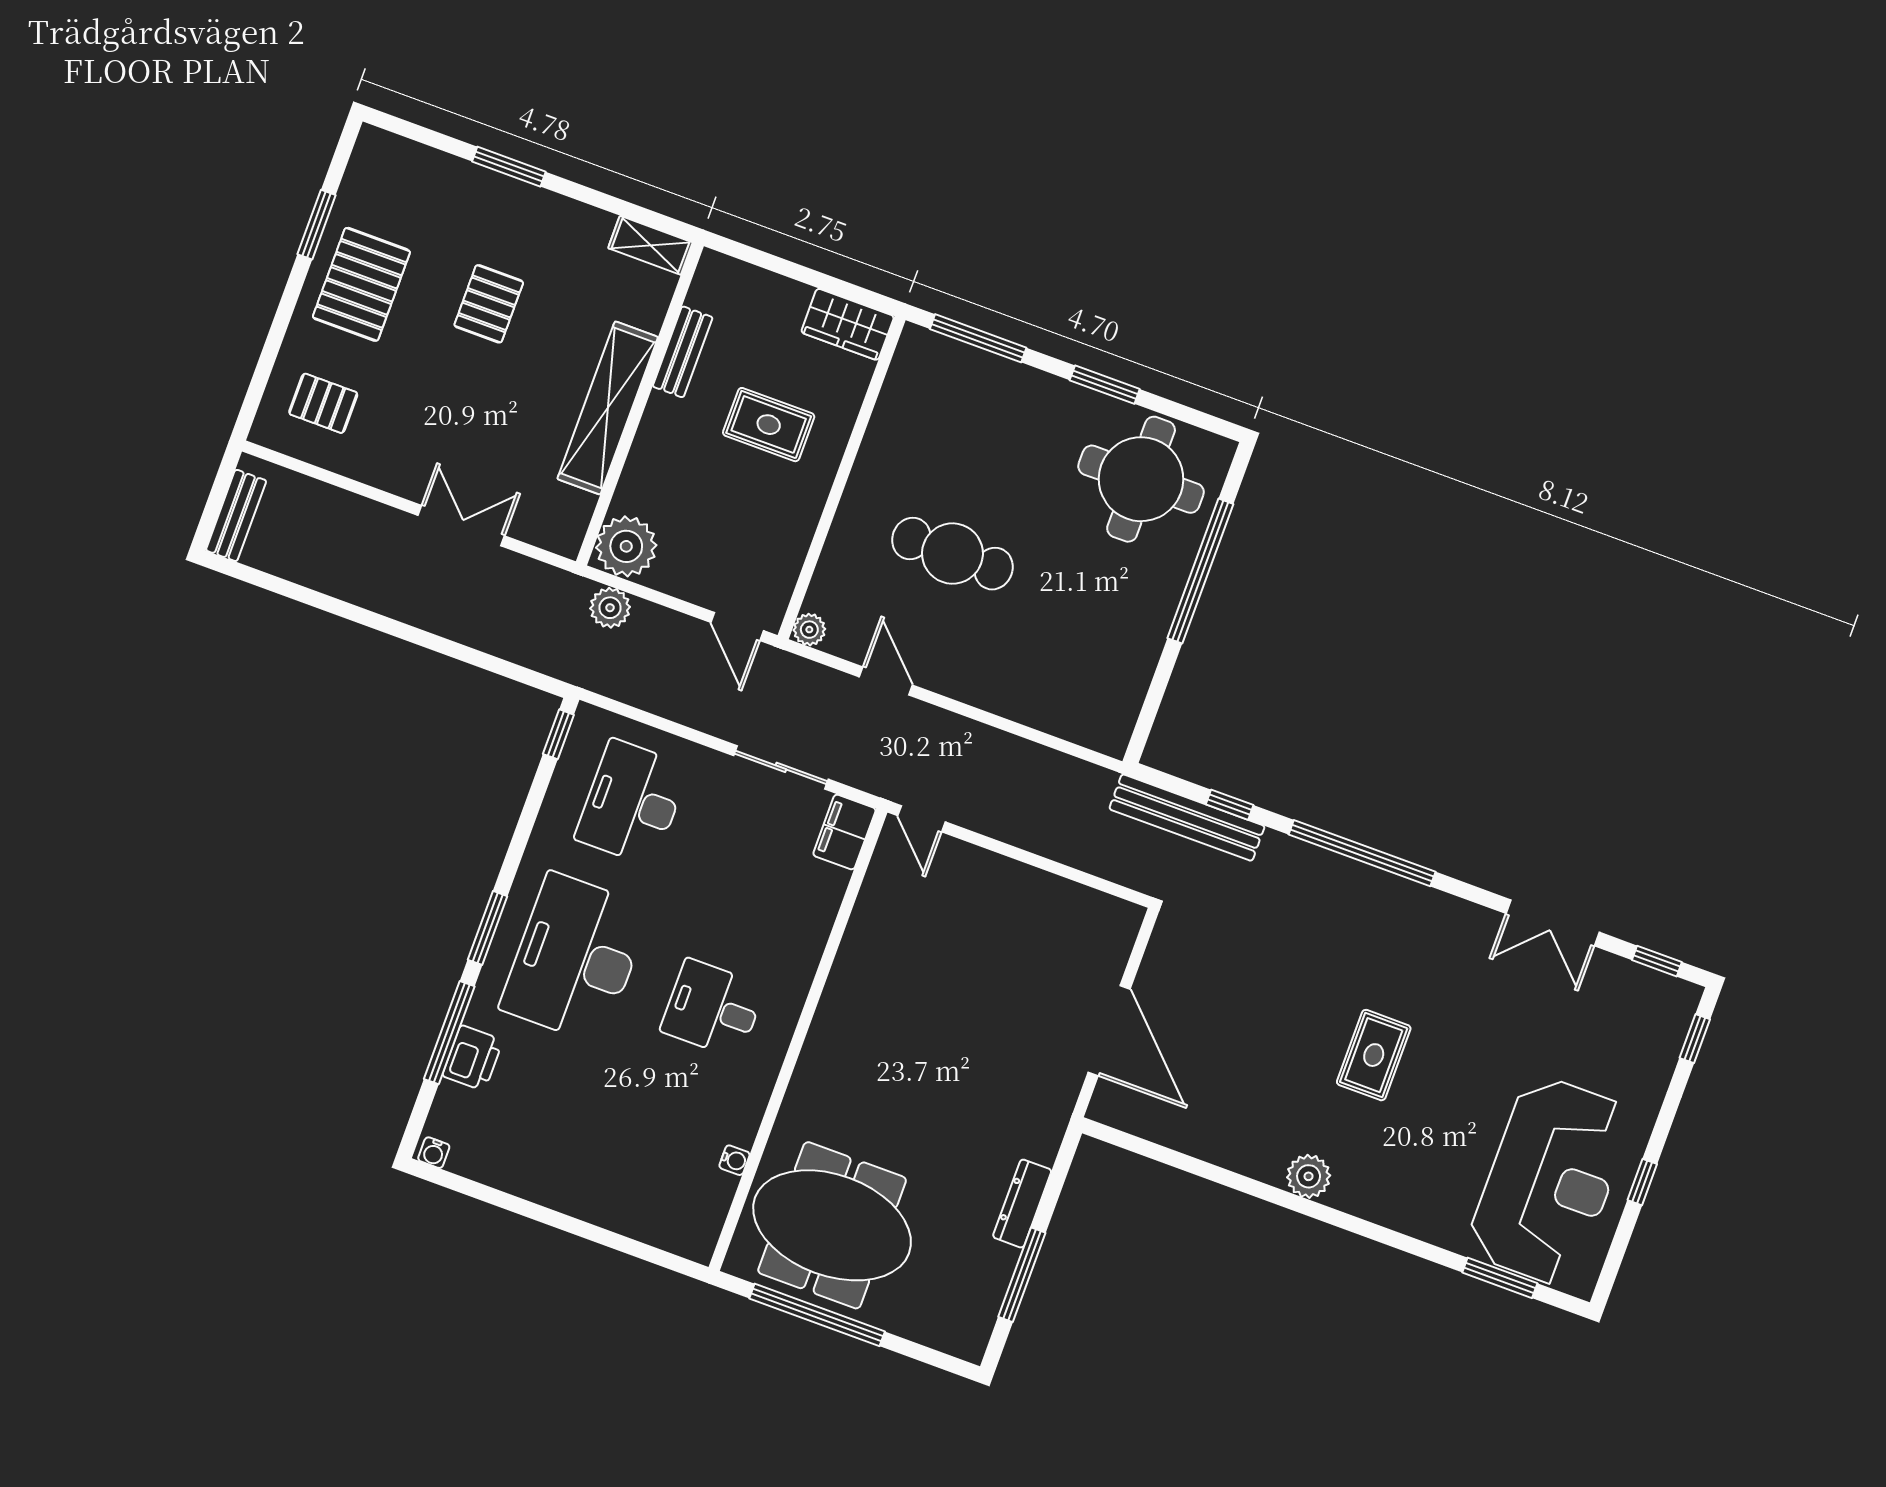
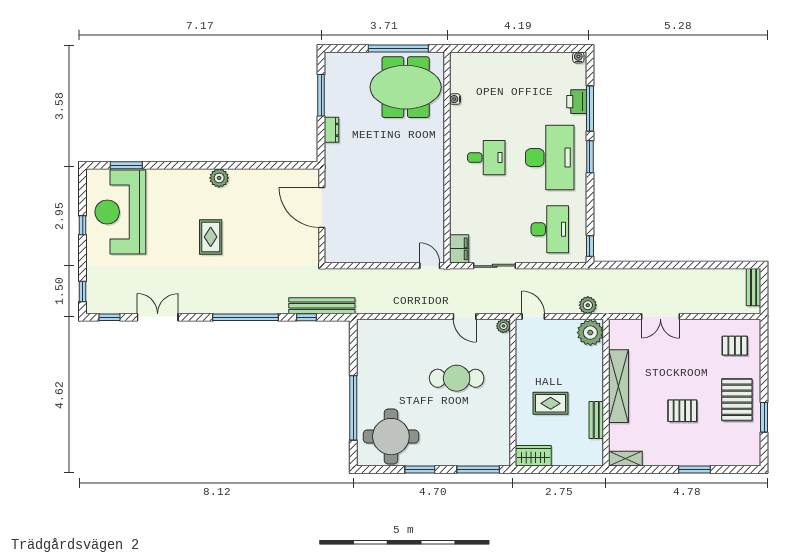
pallet: (489, 304) -> (682, 411), turned 90
dresser: (1022, 1204) -> (332, 130), width x0.70

